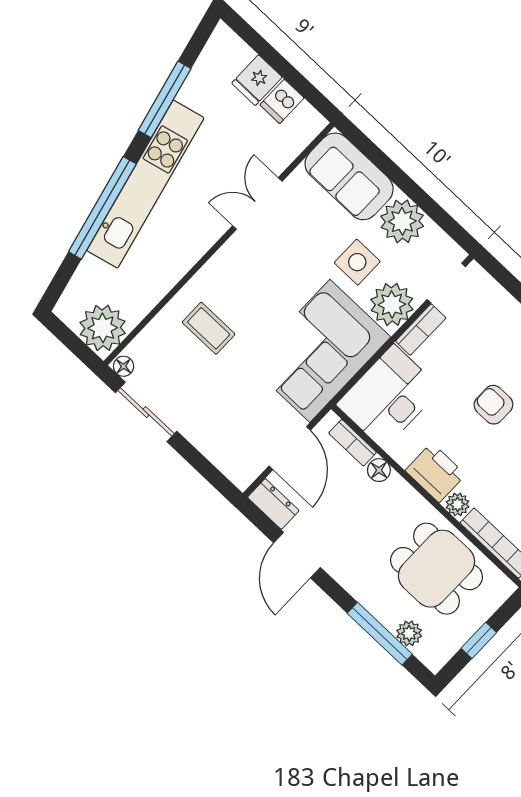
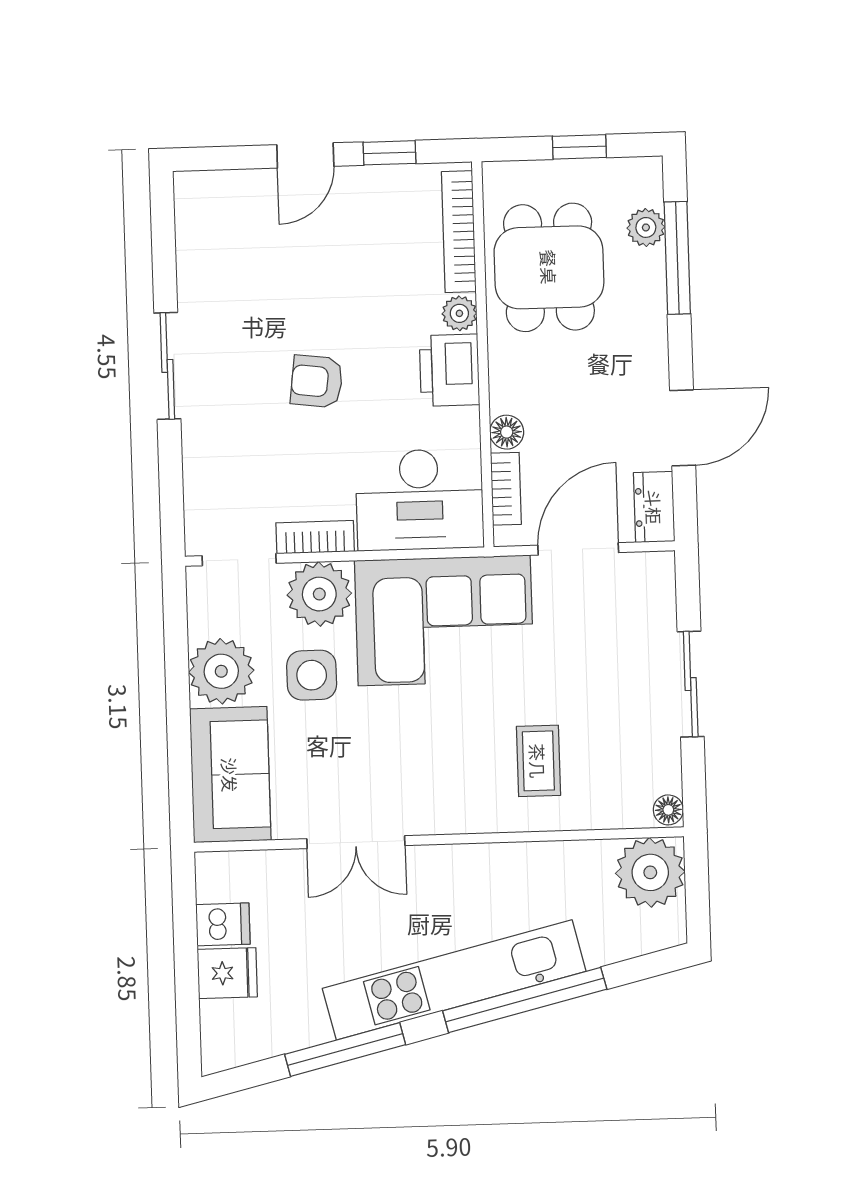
armchair: (493, 405) -> (317, 381), turned 97
sliding door: (146, 412) -> (691, 684), moved

